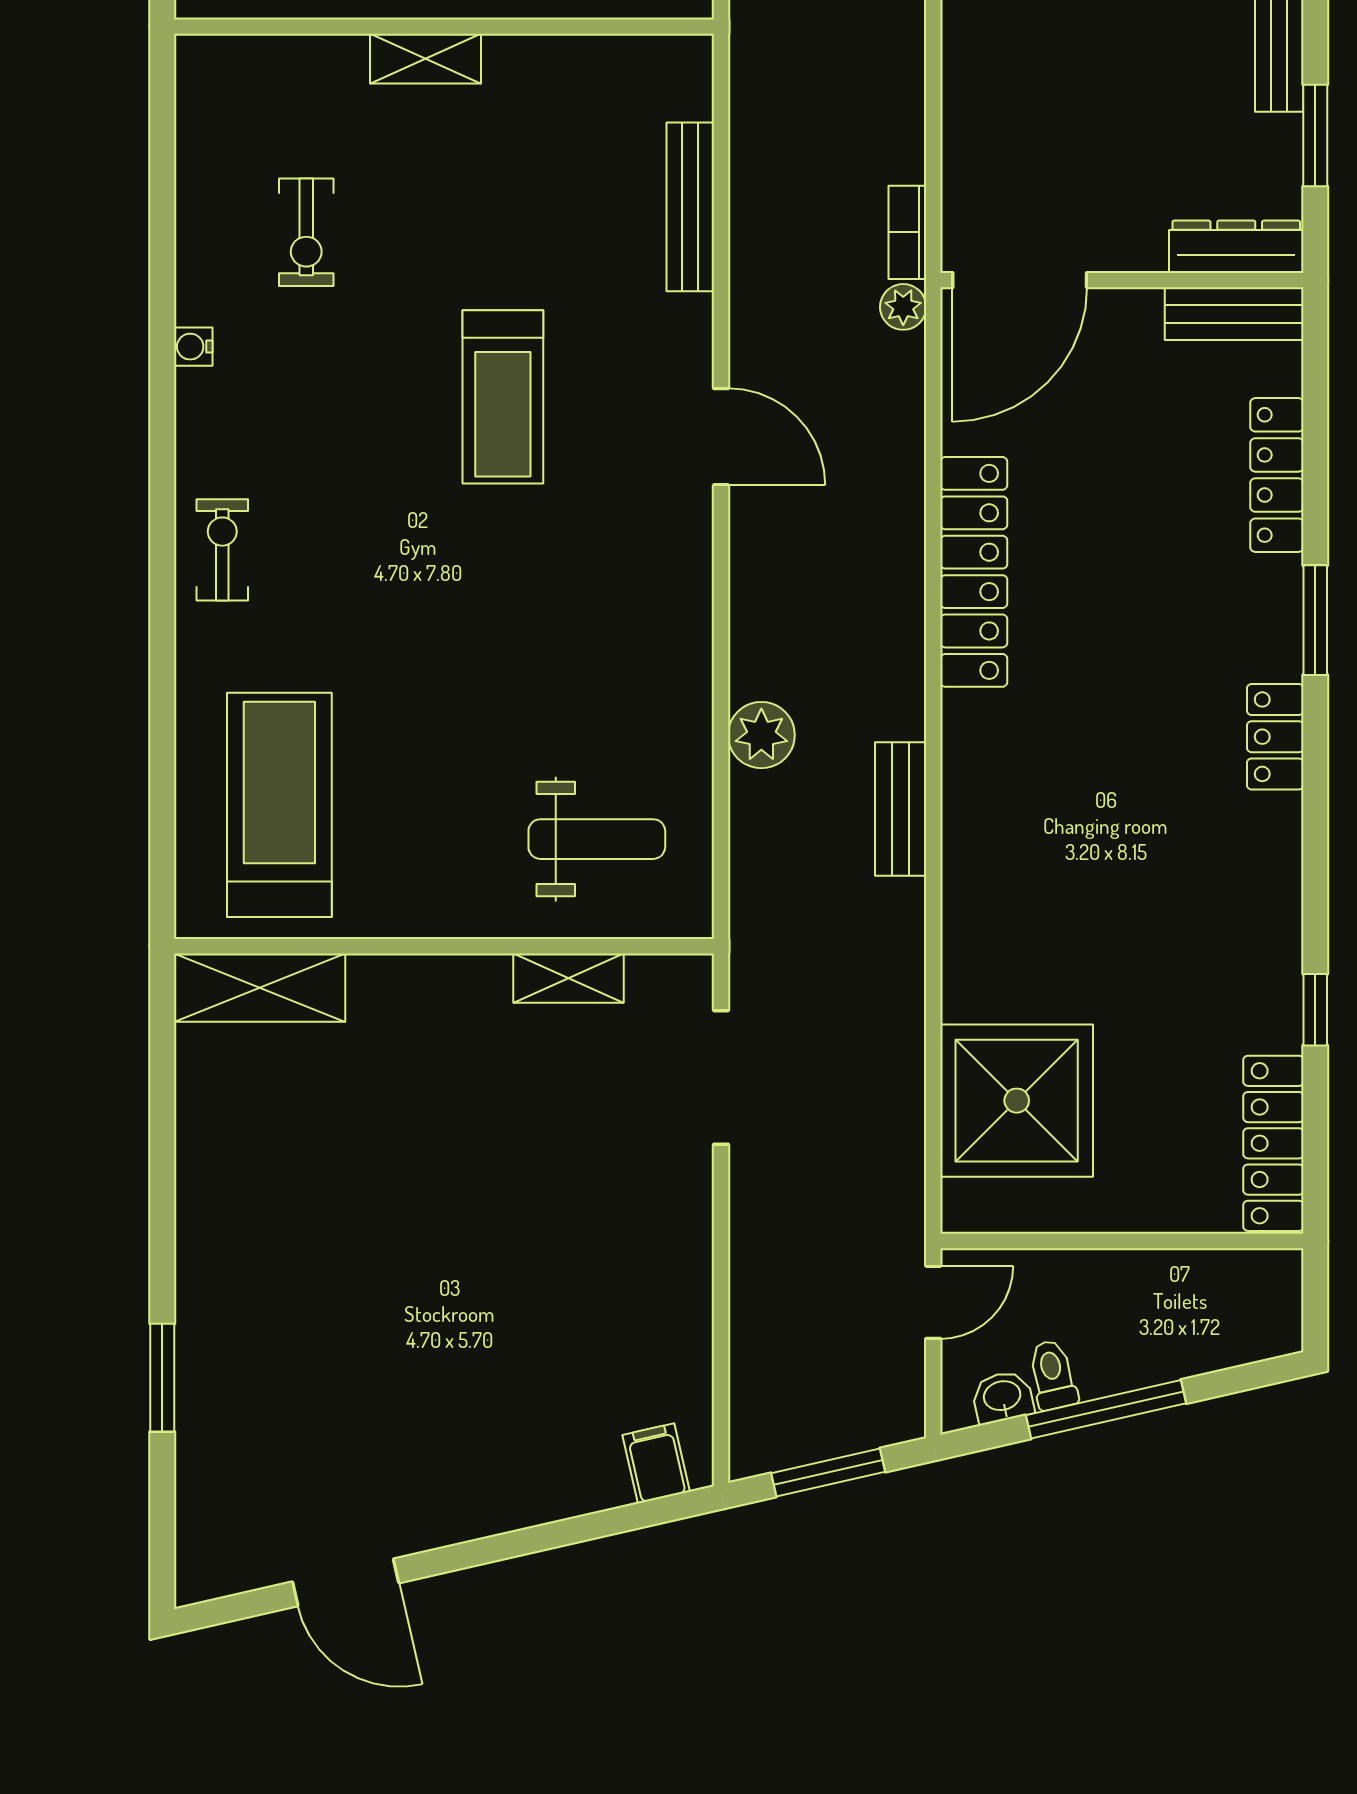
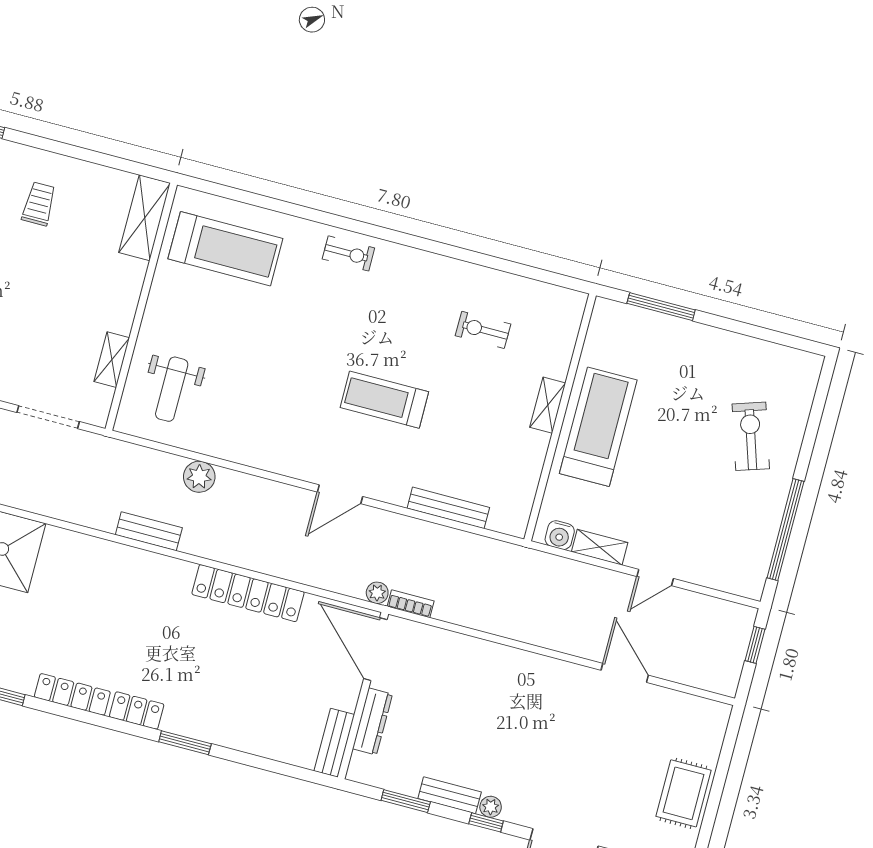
dresser: (1236, 247) -> (372, 721), moved
water cooler: (193, 347) -> (445, 265), removed
locker: (1277, 475) -> (72, 694), moved
trolley: (288, 1212) -> (39, 204), added

